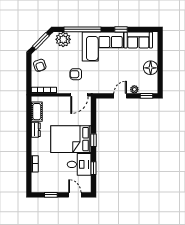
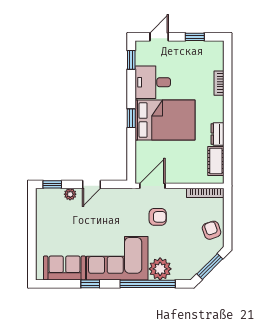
plant: (63, 39) -> (160, 269), moved
floor lamp: (151, 68) -> (46, 226), removed
window: (94, 168) -> (131, 60), moved
door: (75, 195) -> (159, 37), swing flipped

